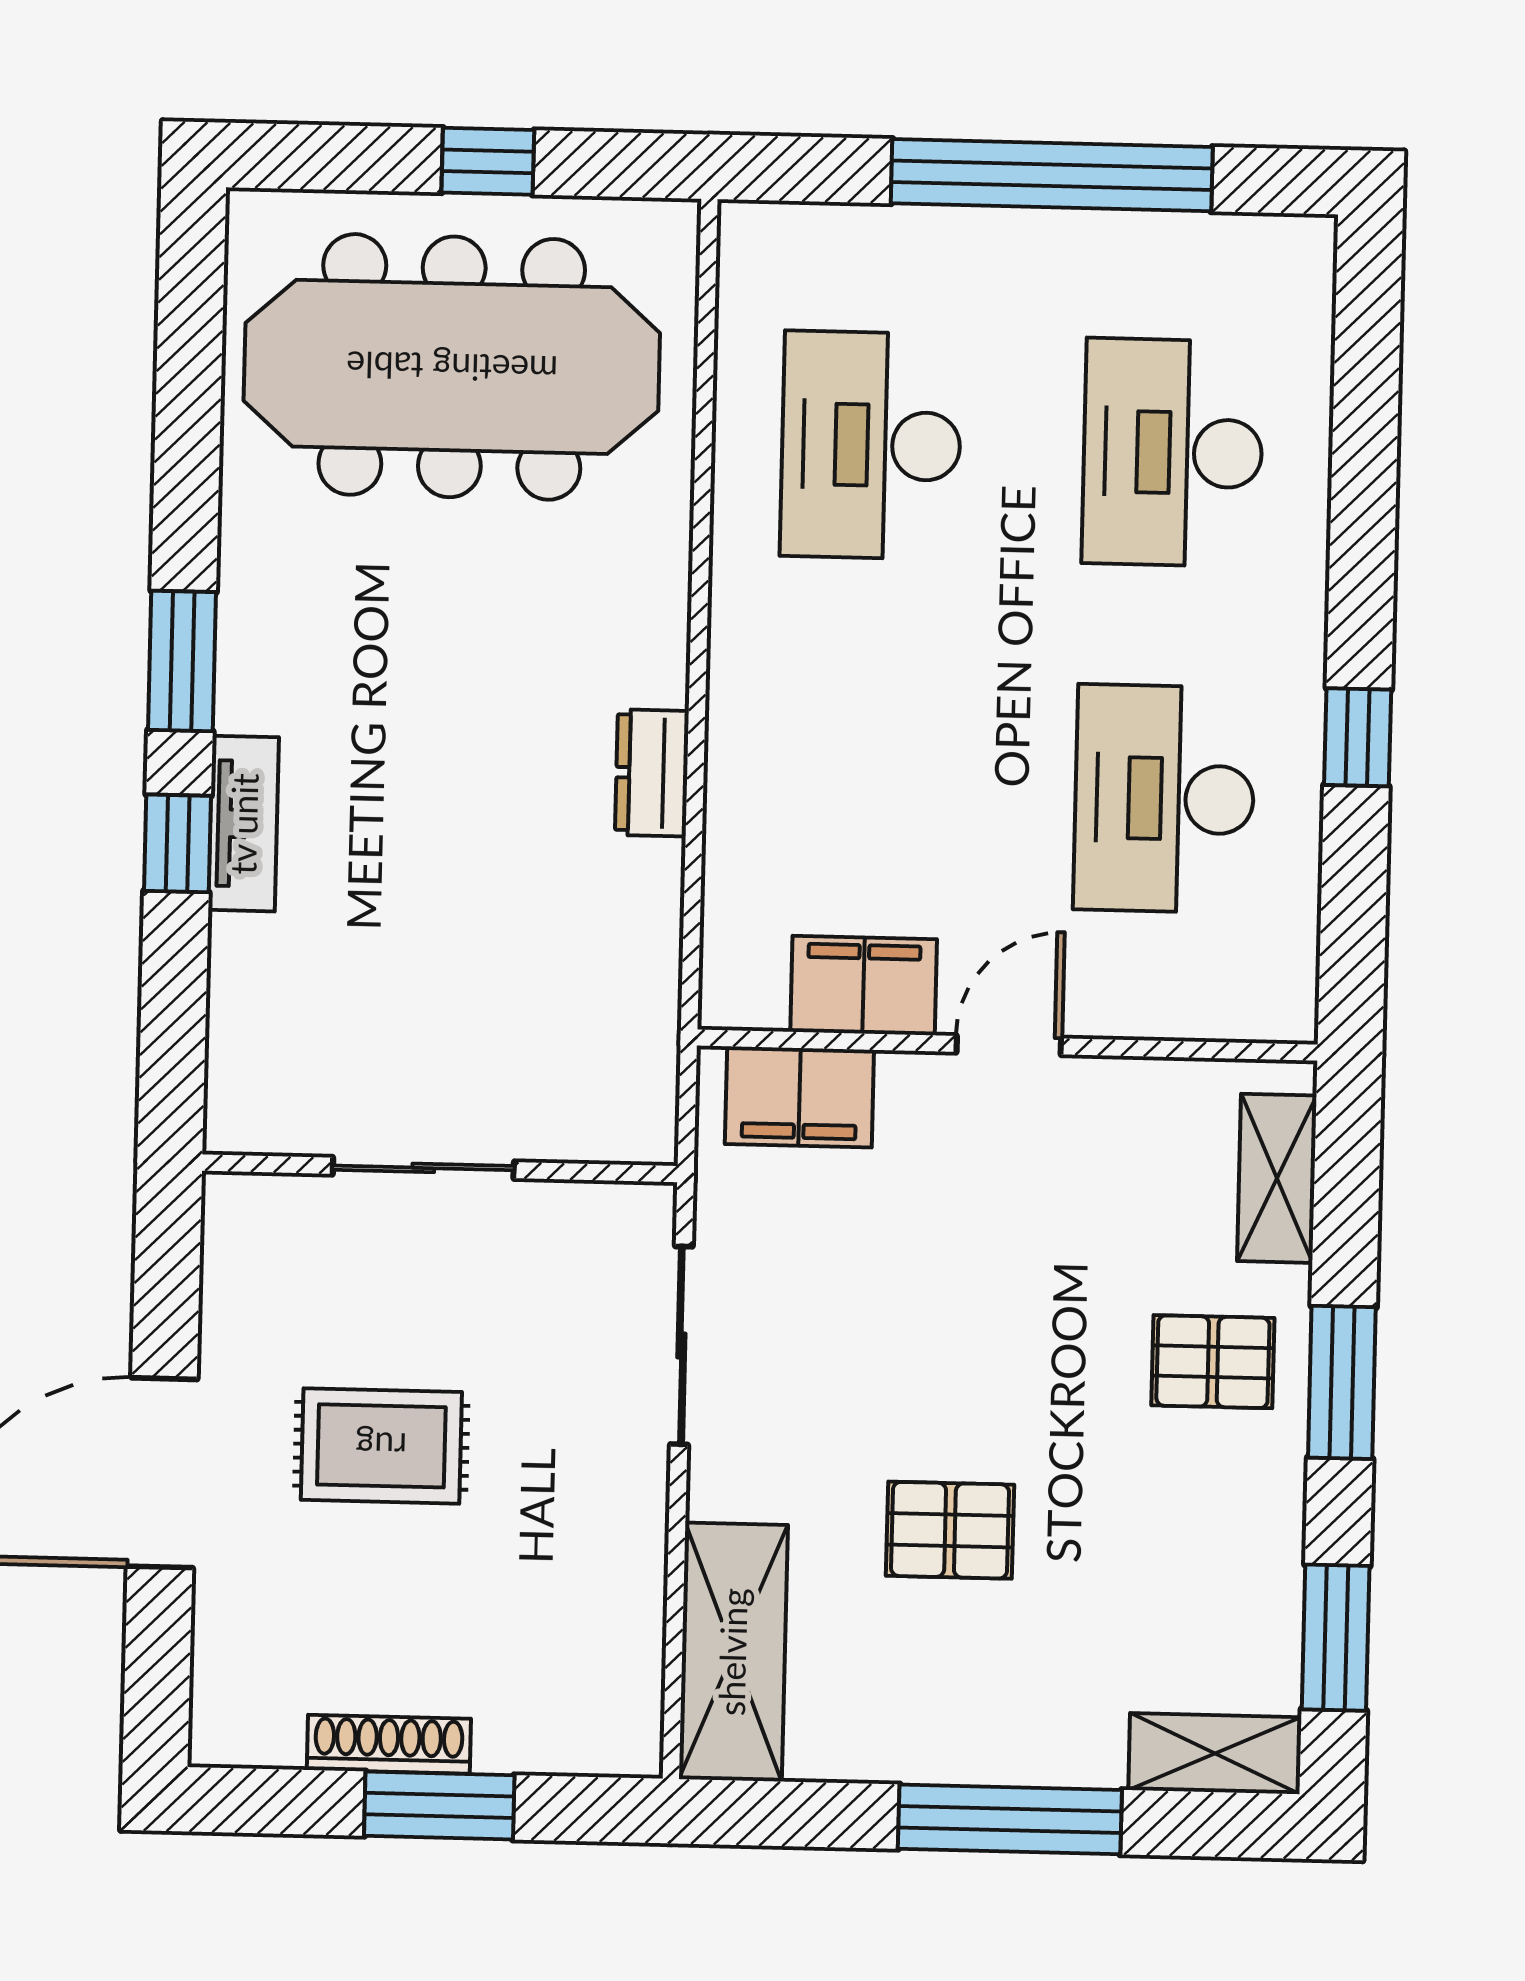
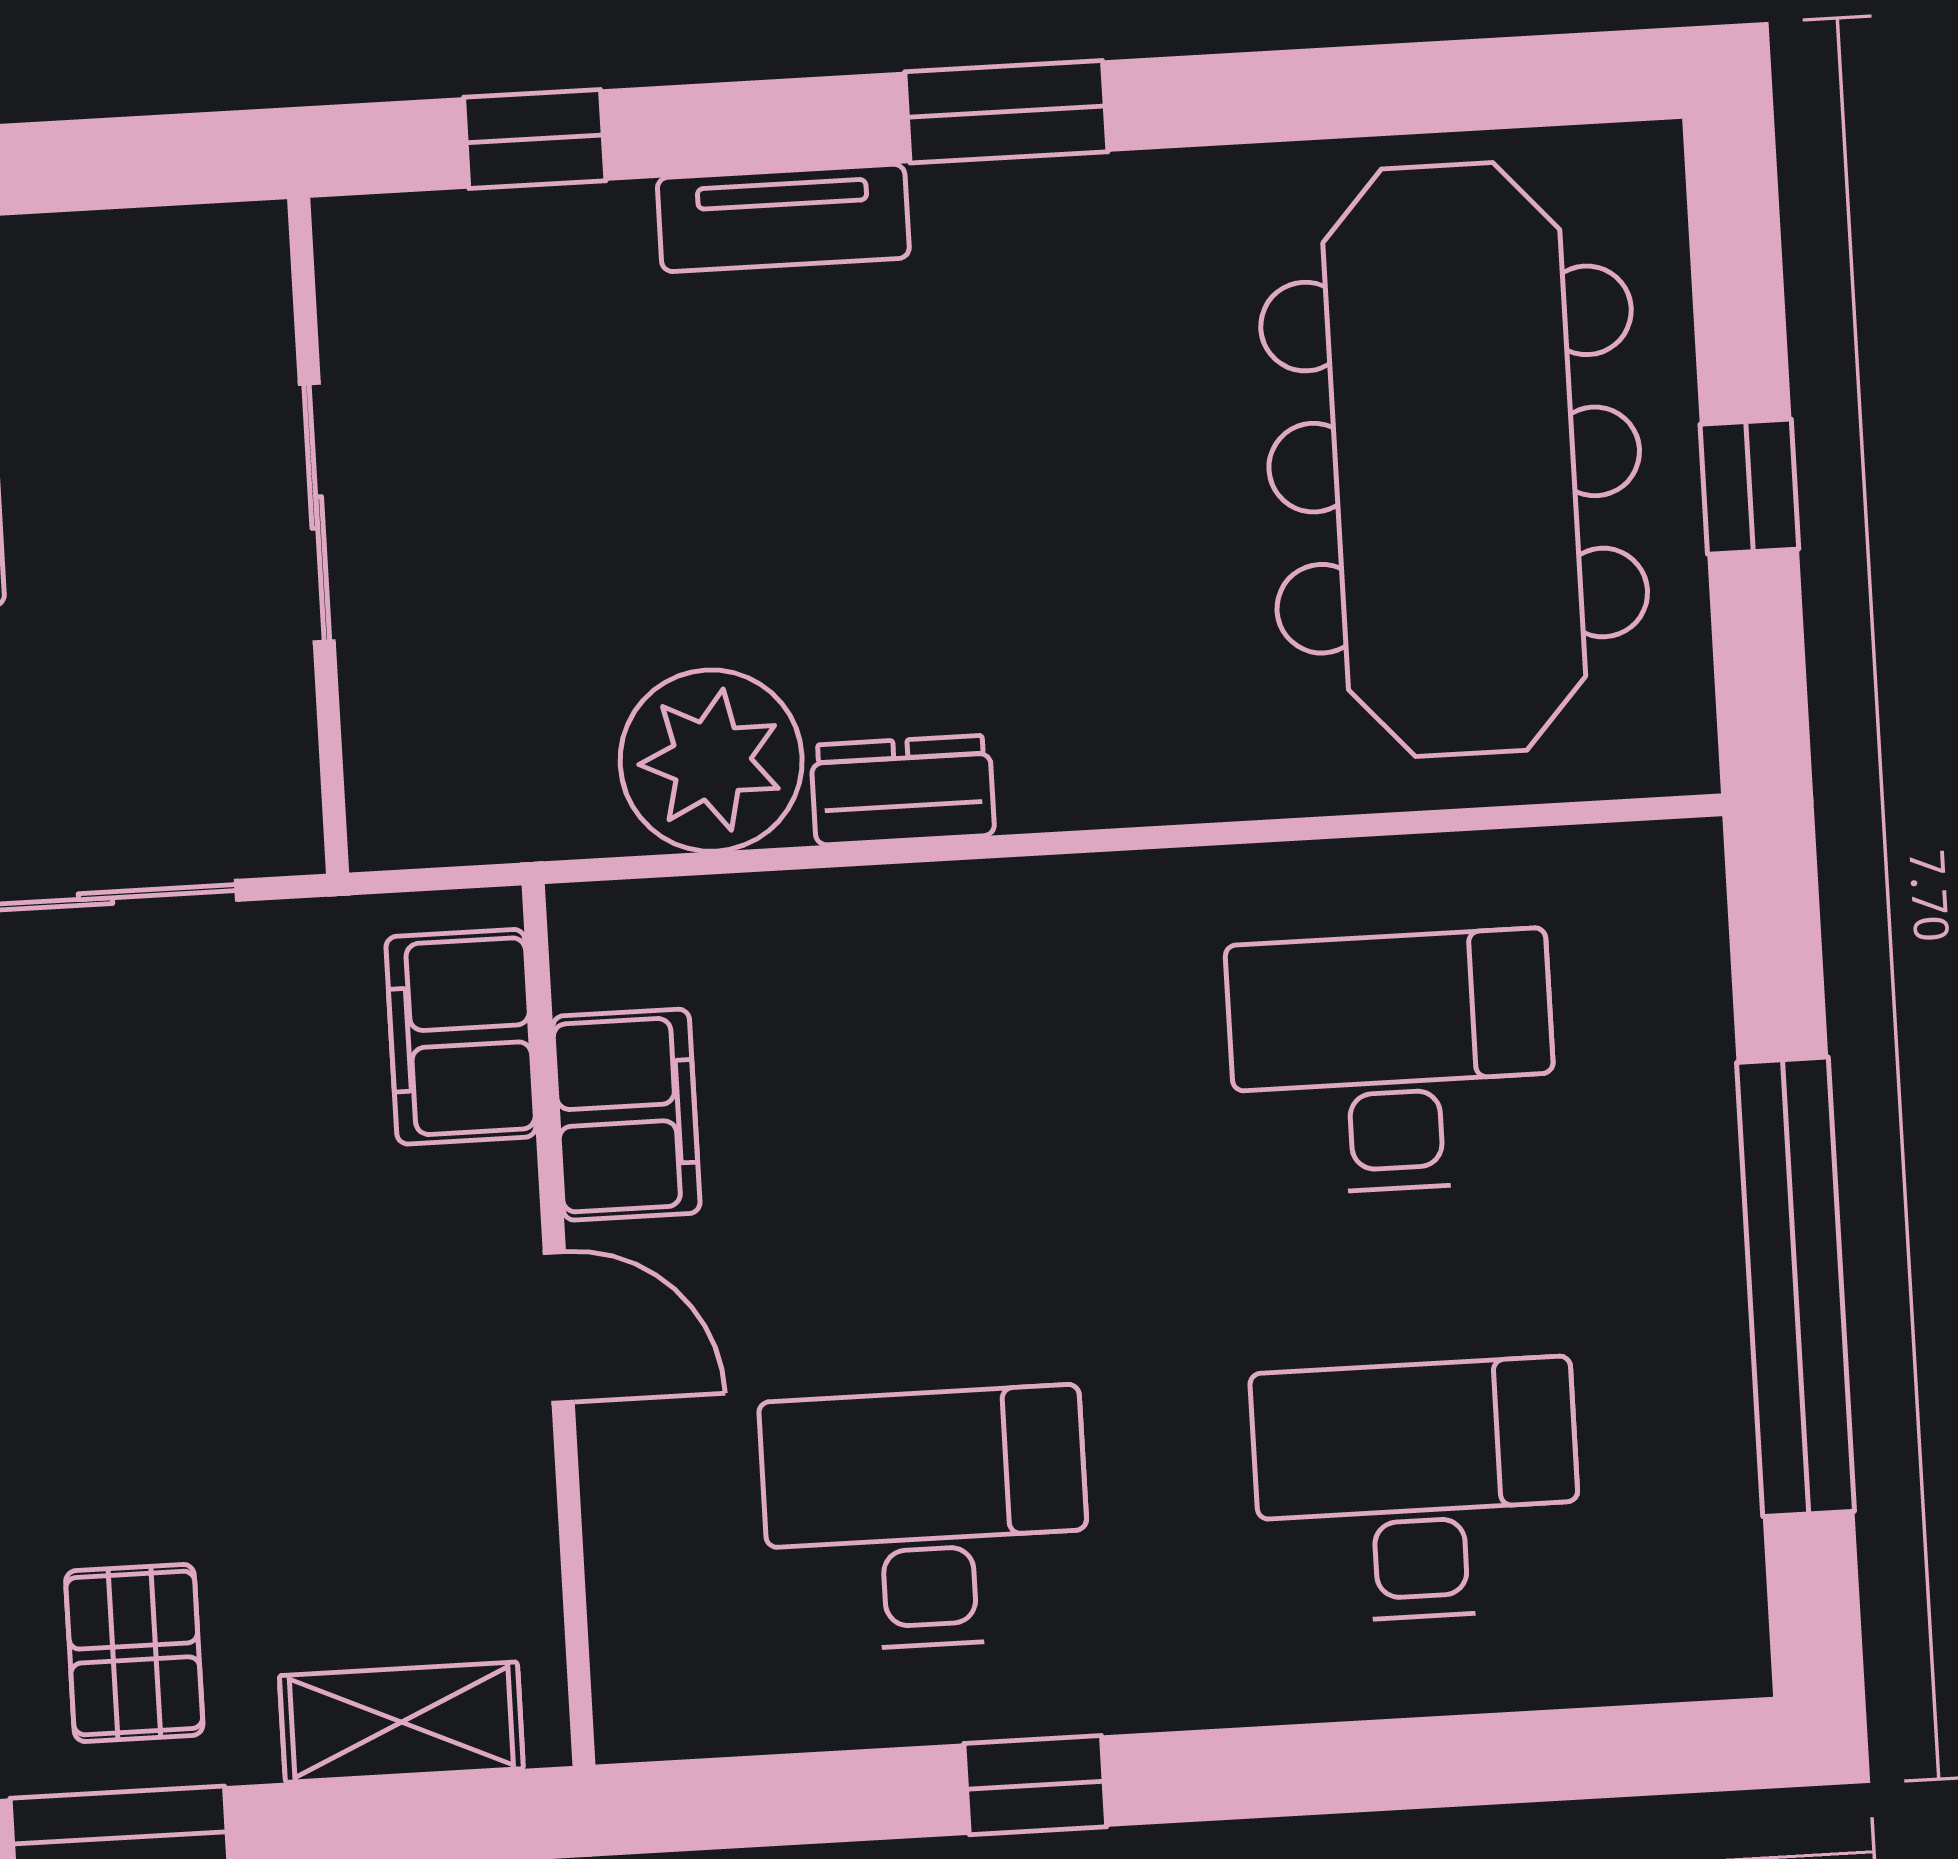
window: (178, 843) -> (535, 139), moved
plant: (620, 906) -> (711, 761), added

